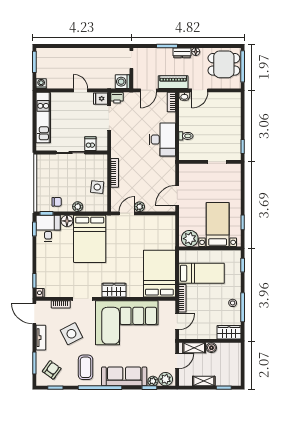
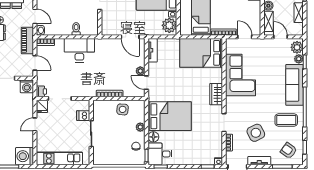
washing machine: (41, 84) -> (24, 156), width x1.89, depth x1.89
tv unit: (162, 220) -> (153, 50), added
corner sofa: (127, 323) -> (240, 75), width x0.73, depth x0.74

